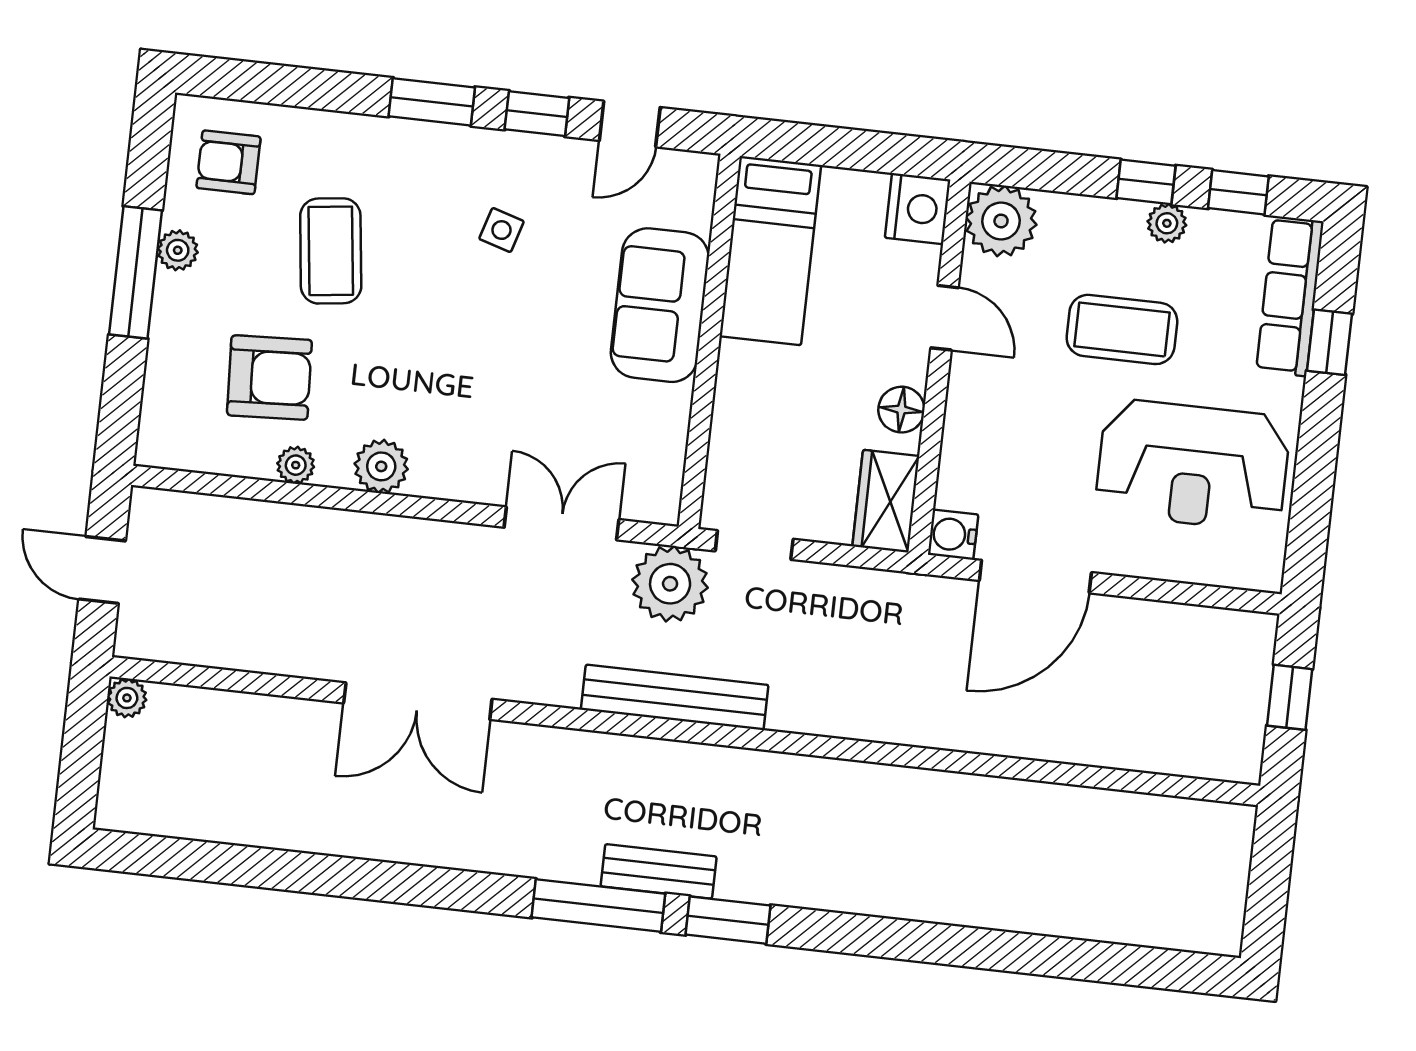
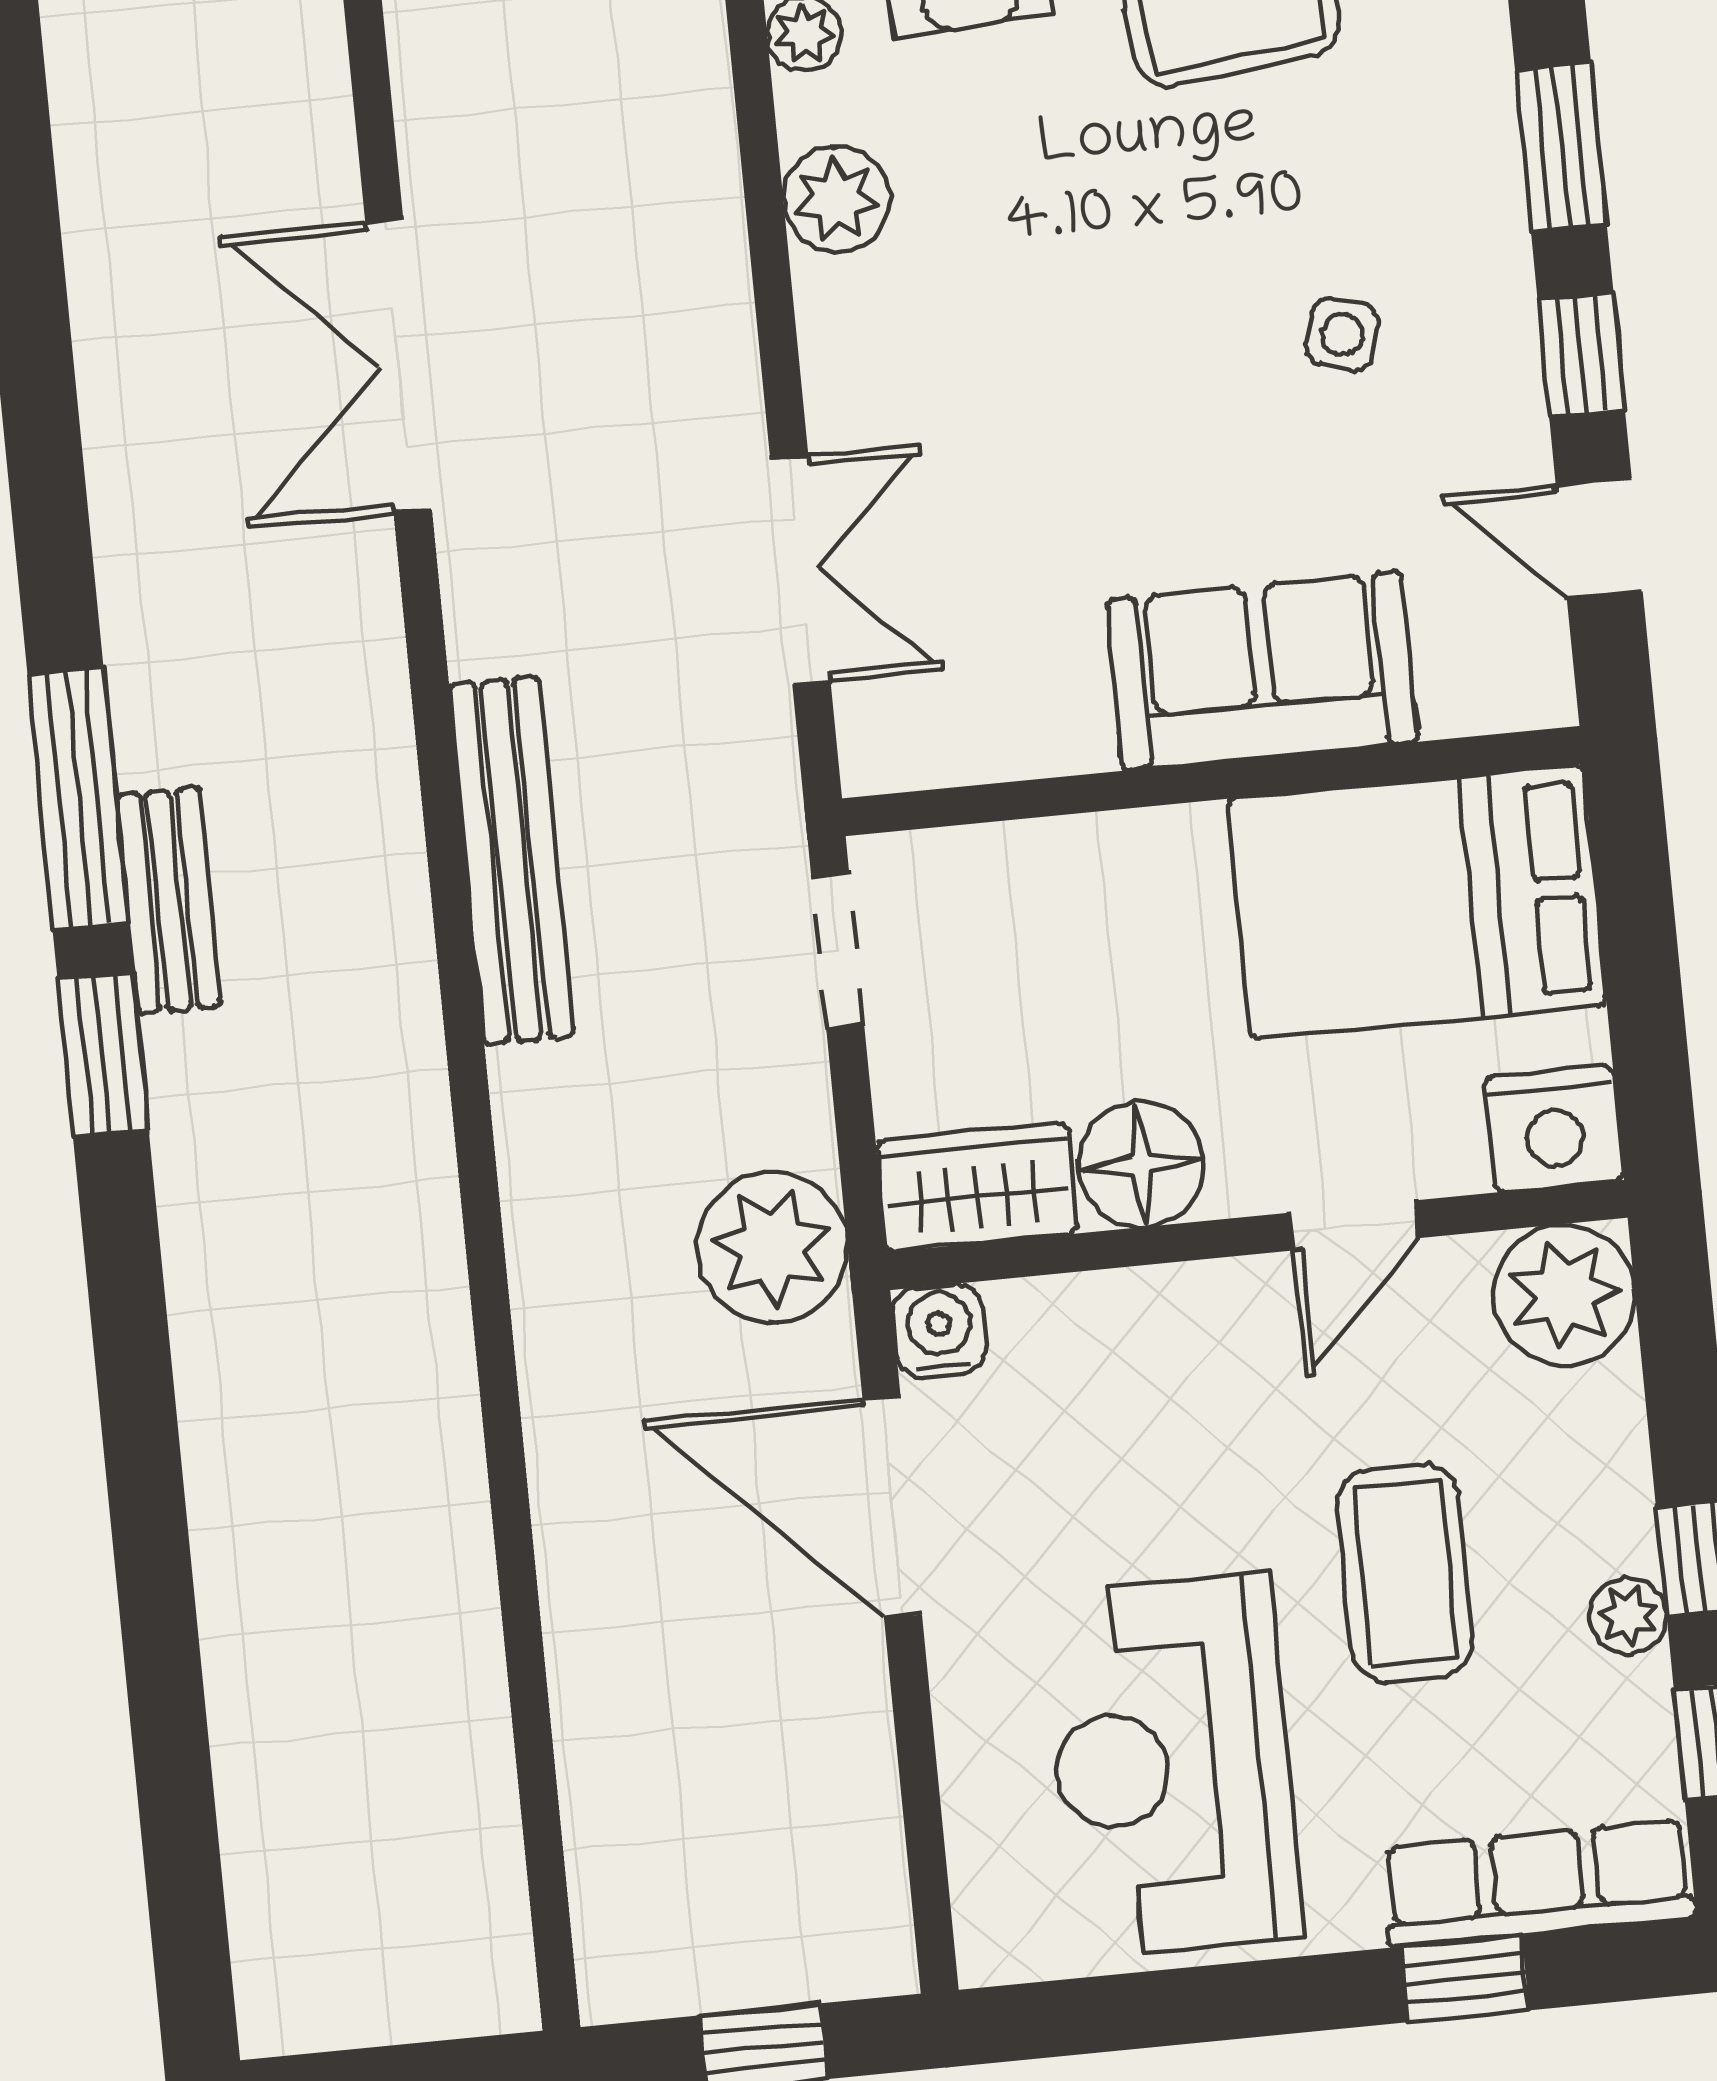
bed: (770, 251) -> (1417, 902), width x1.50
floor lamp: (901, 410) -> (1141, 1165), width x1.38, depth x1.38
plant: (670, 584) -> (772, 1247), moved

